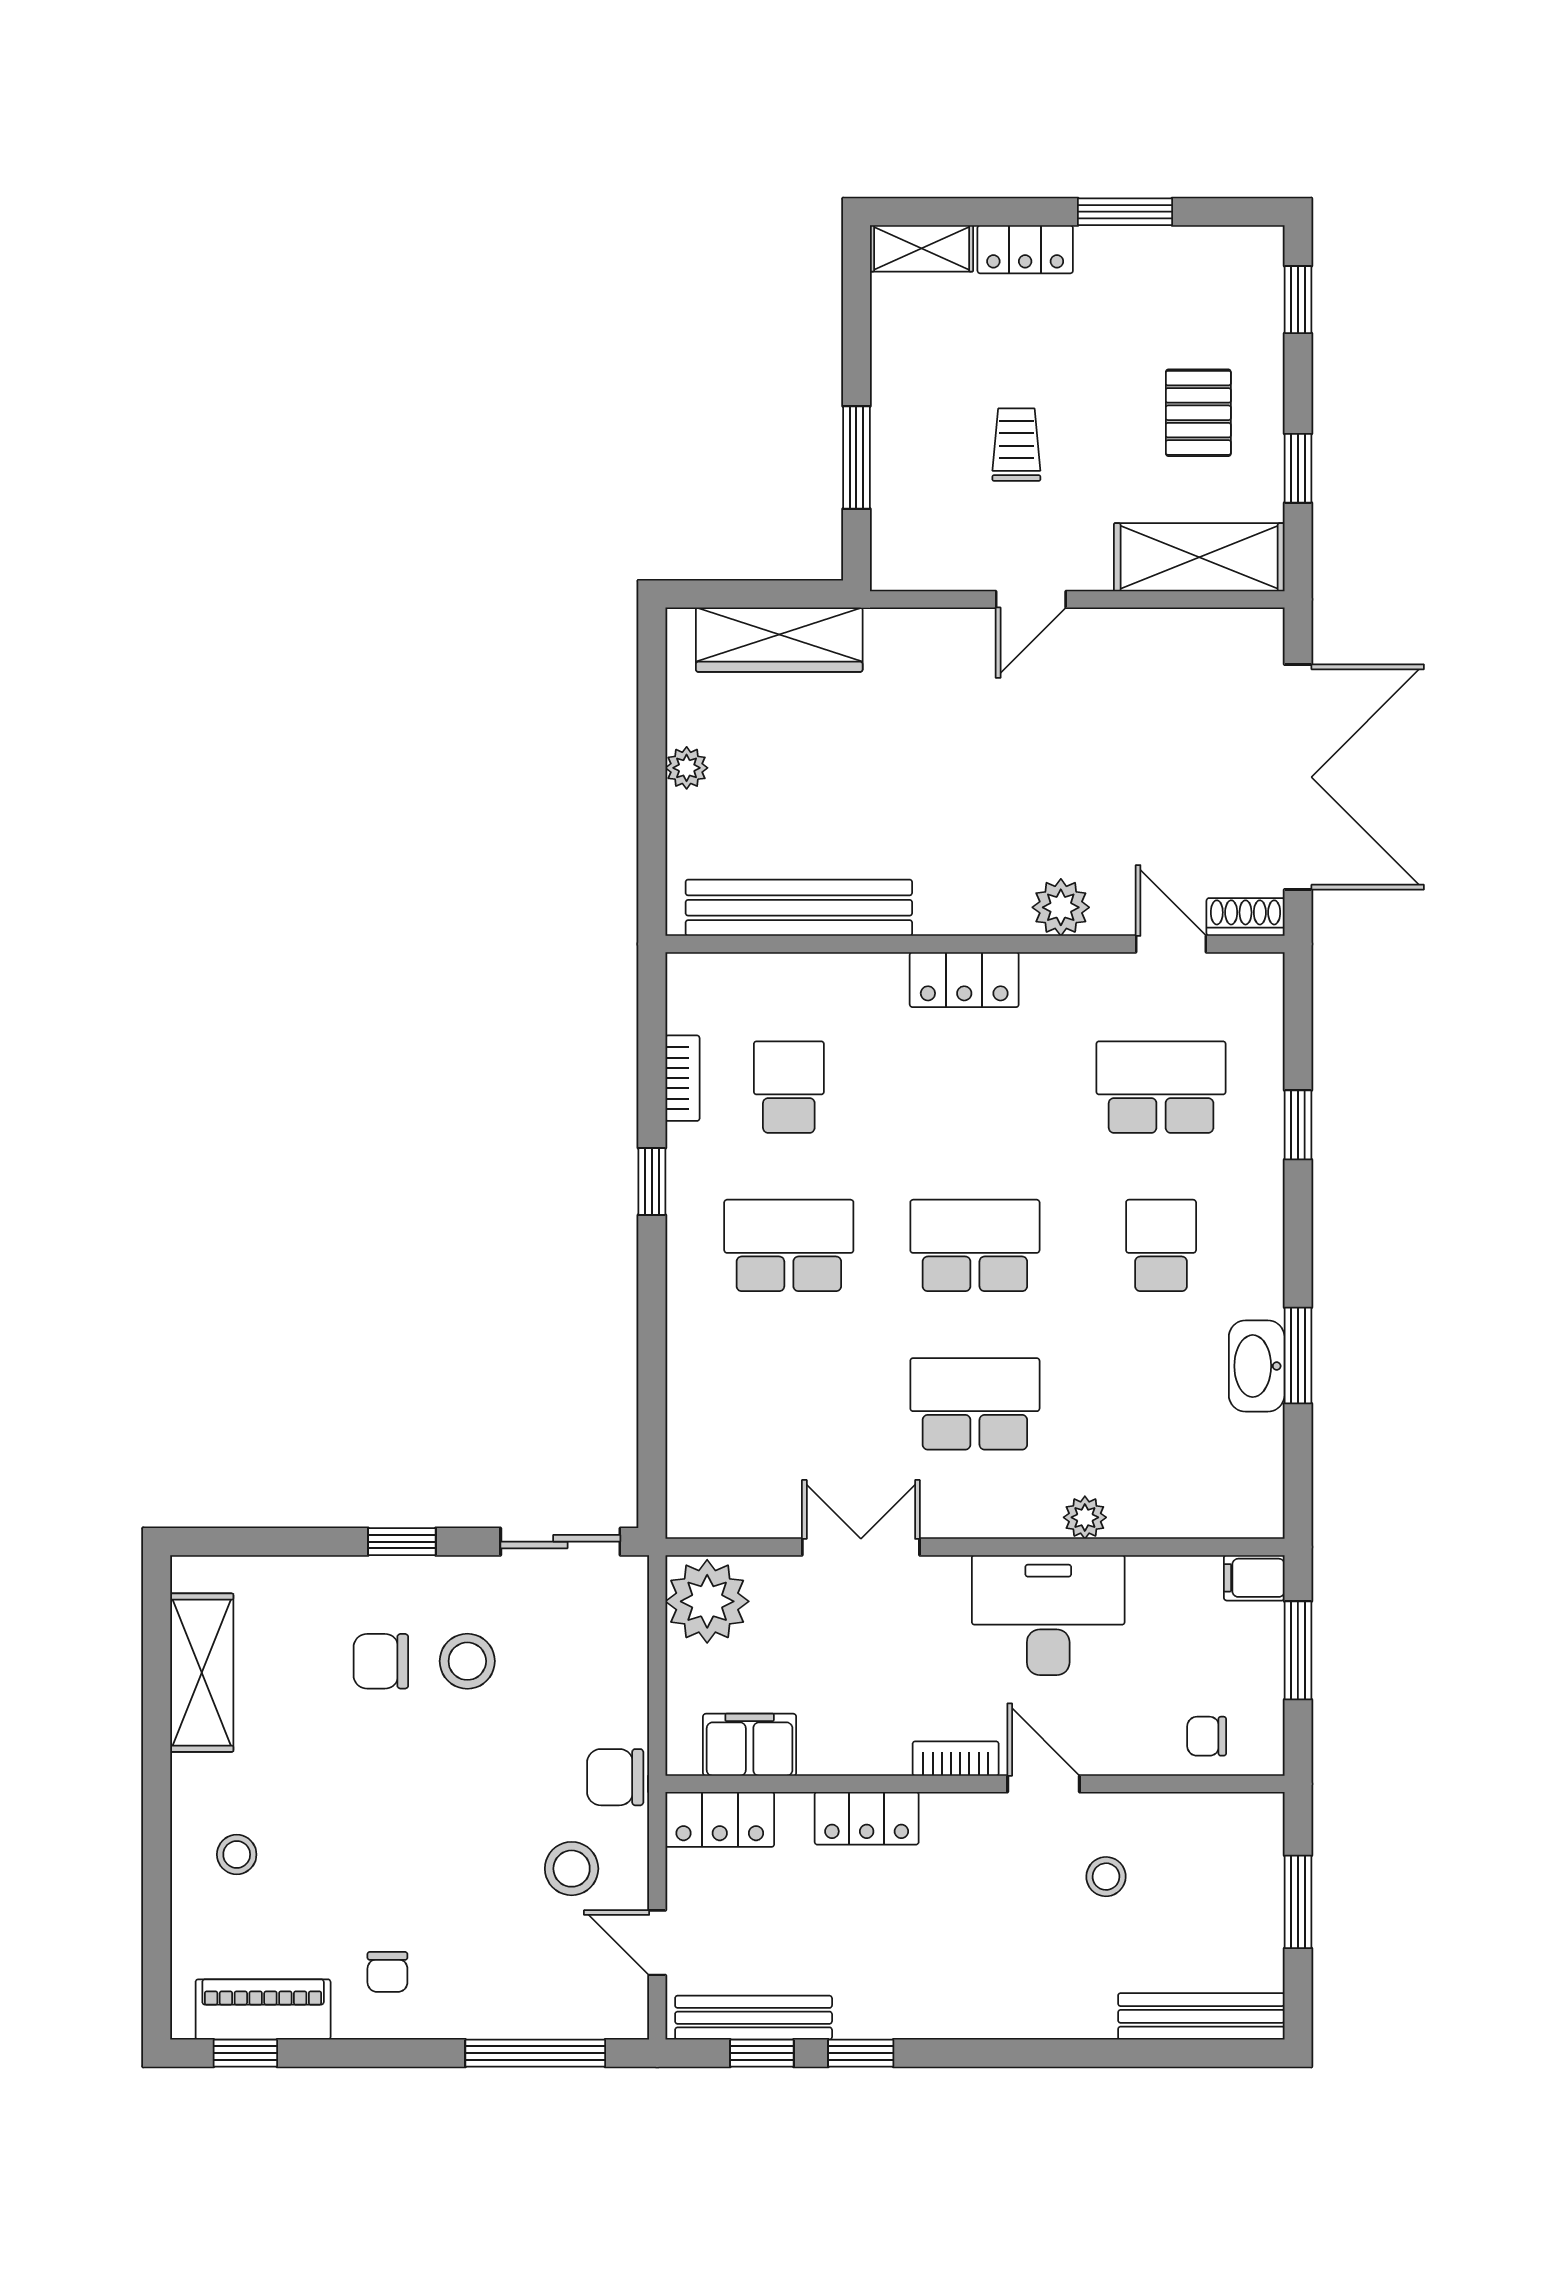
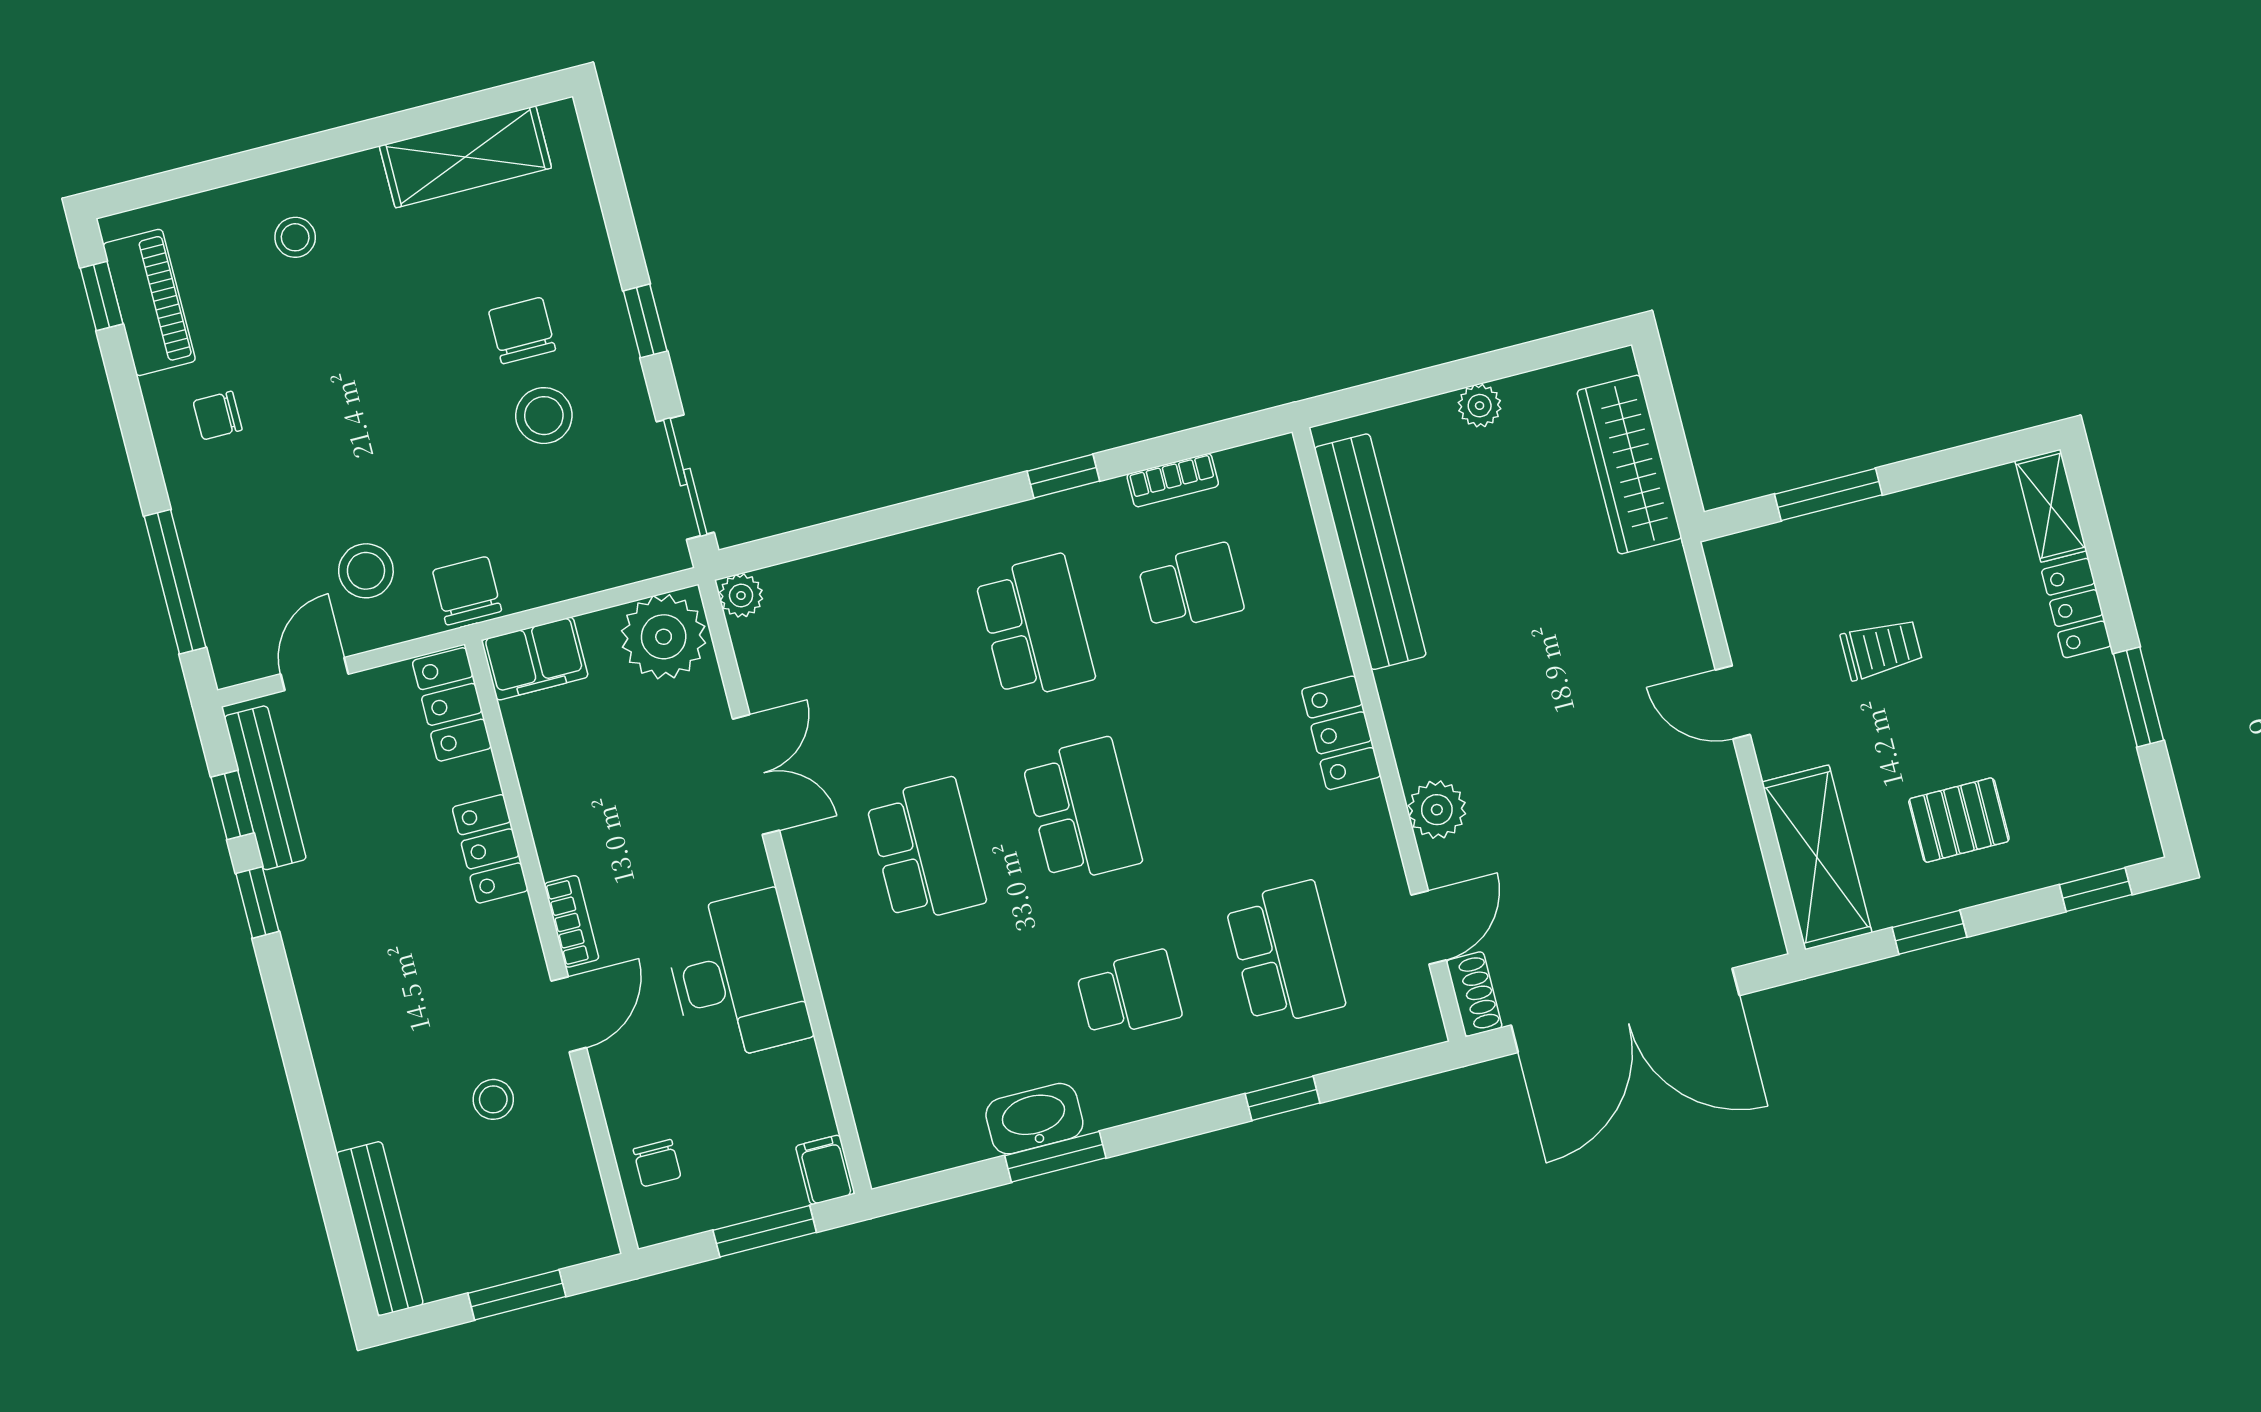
plant: (1085, 1517) -> (741, 595), moved
chair: (1207, 1736) -> (657, 1163), turned 180
filing cabinet: (750, 1745) -> (535, 659), moved, turned 90

